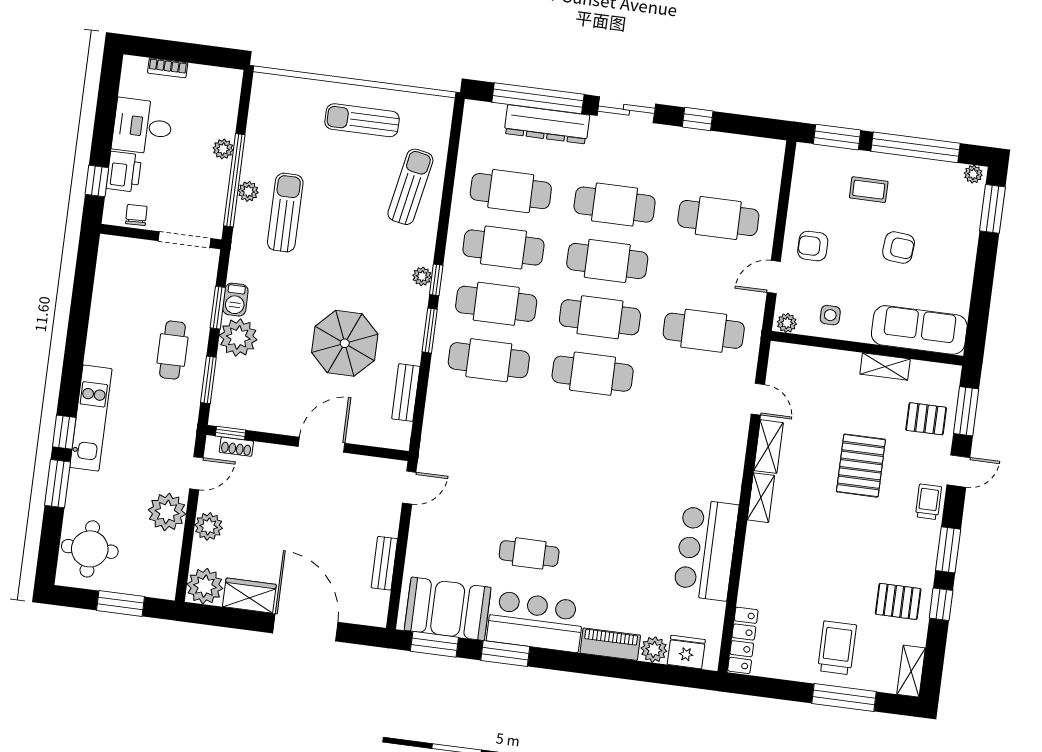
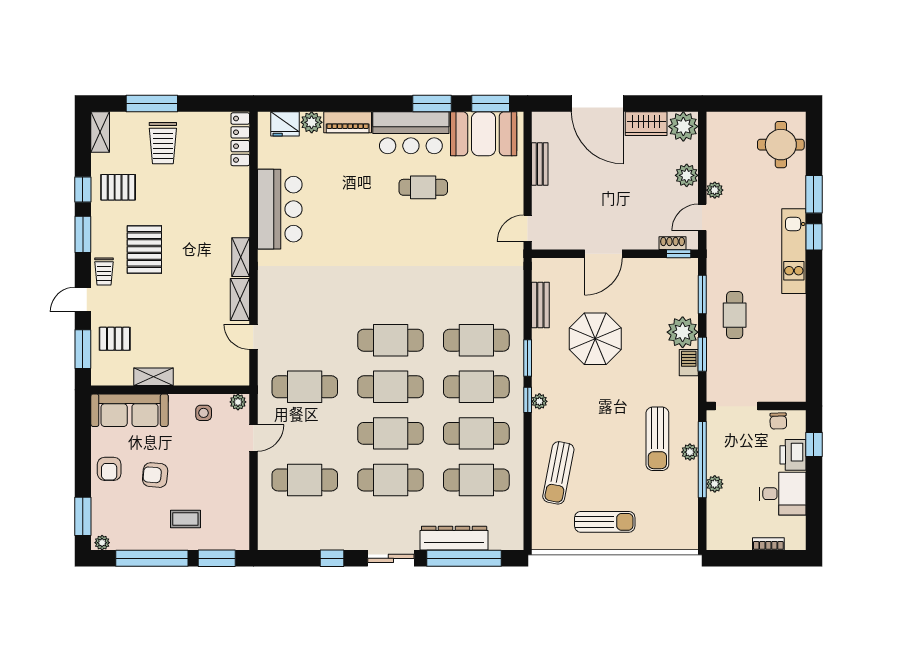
armchair: (813, 246) -> (109, 469), moved, turned 90
pallet: (861, 466) -> (144, 249), moved
plant: (167, 512) -> (715, 190), width x0.53, depth x0.53
window: (121, 604) -> (750, 103), removed

